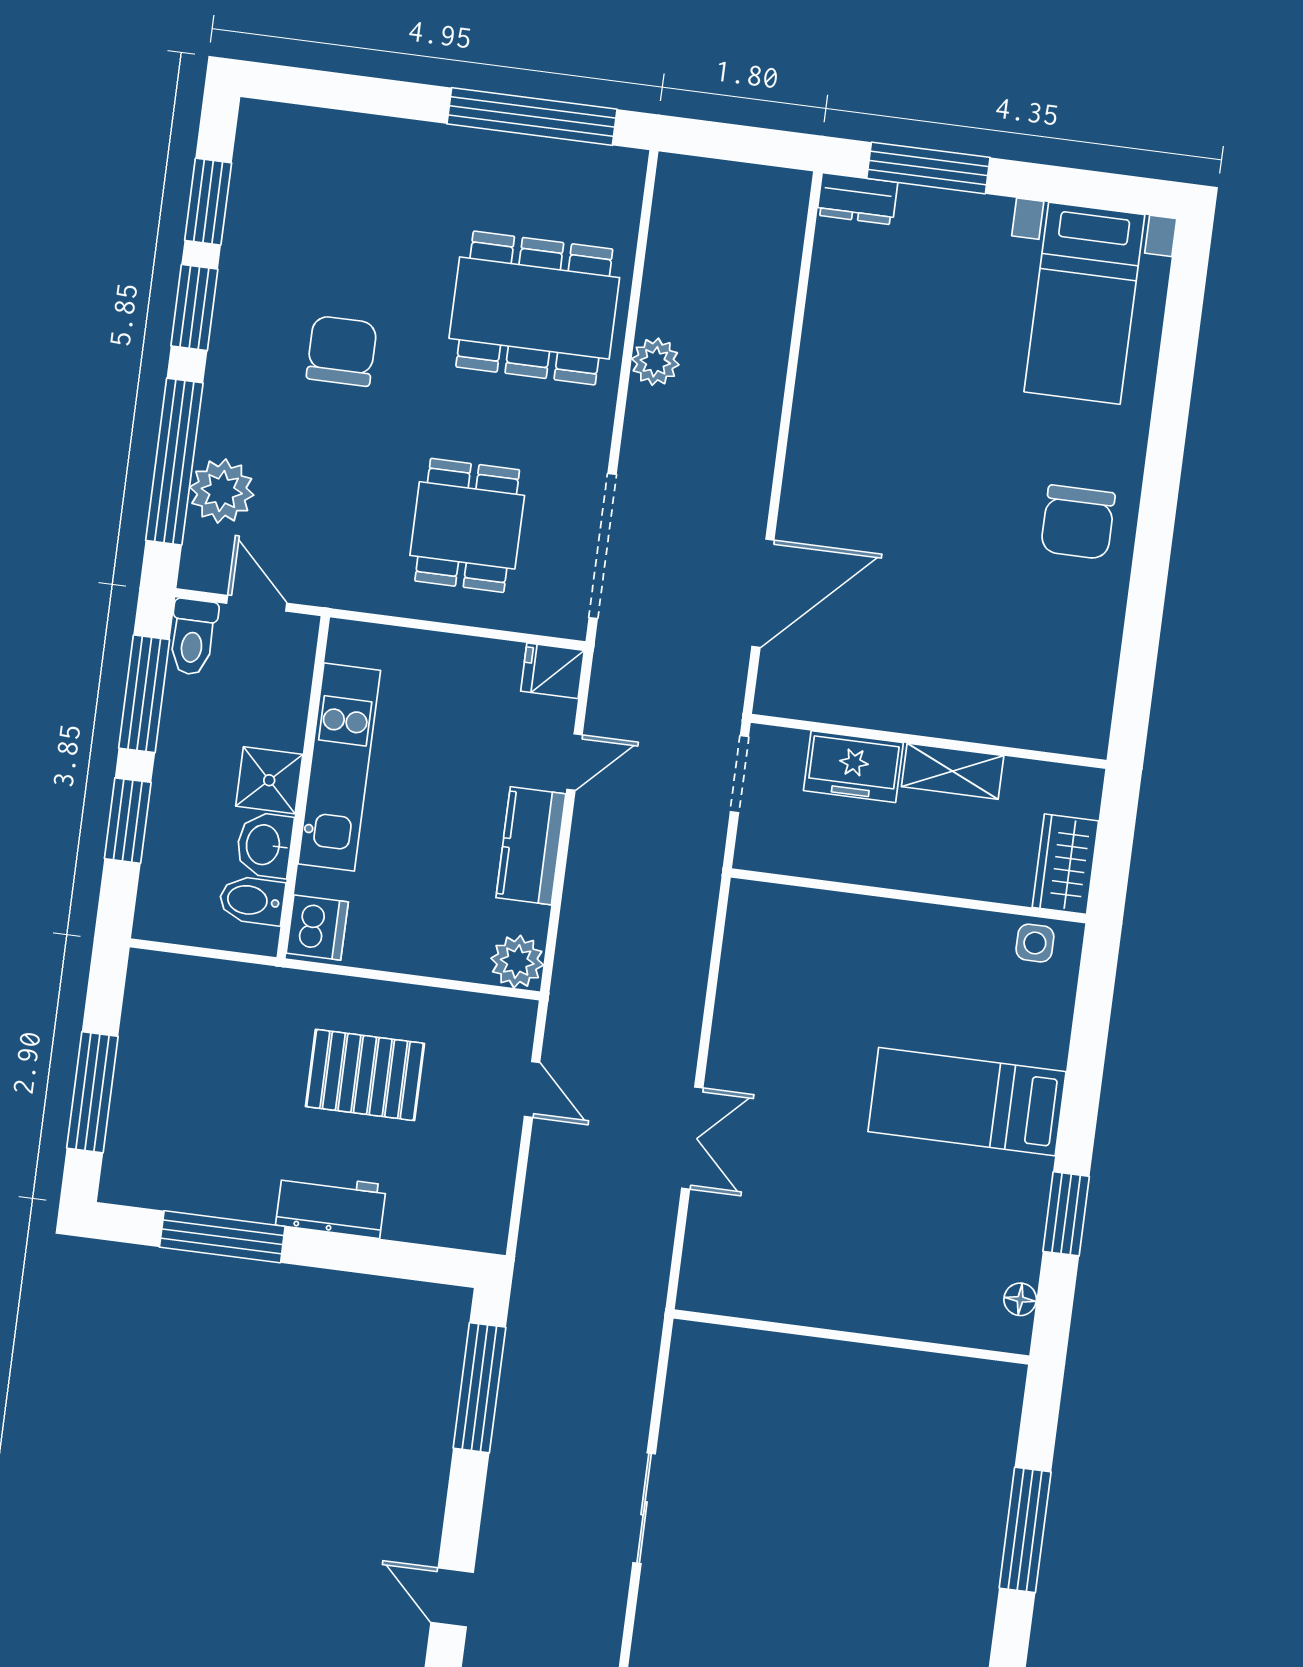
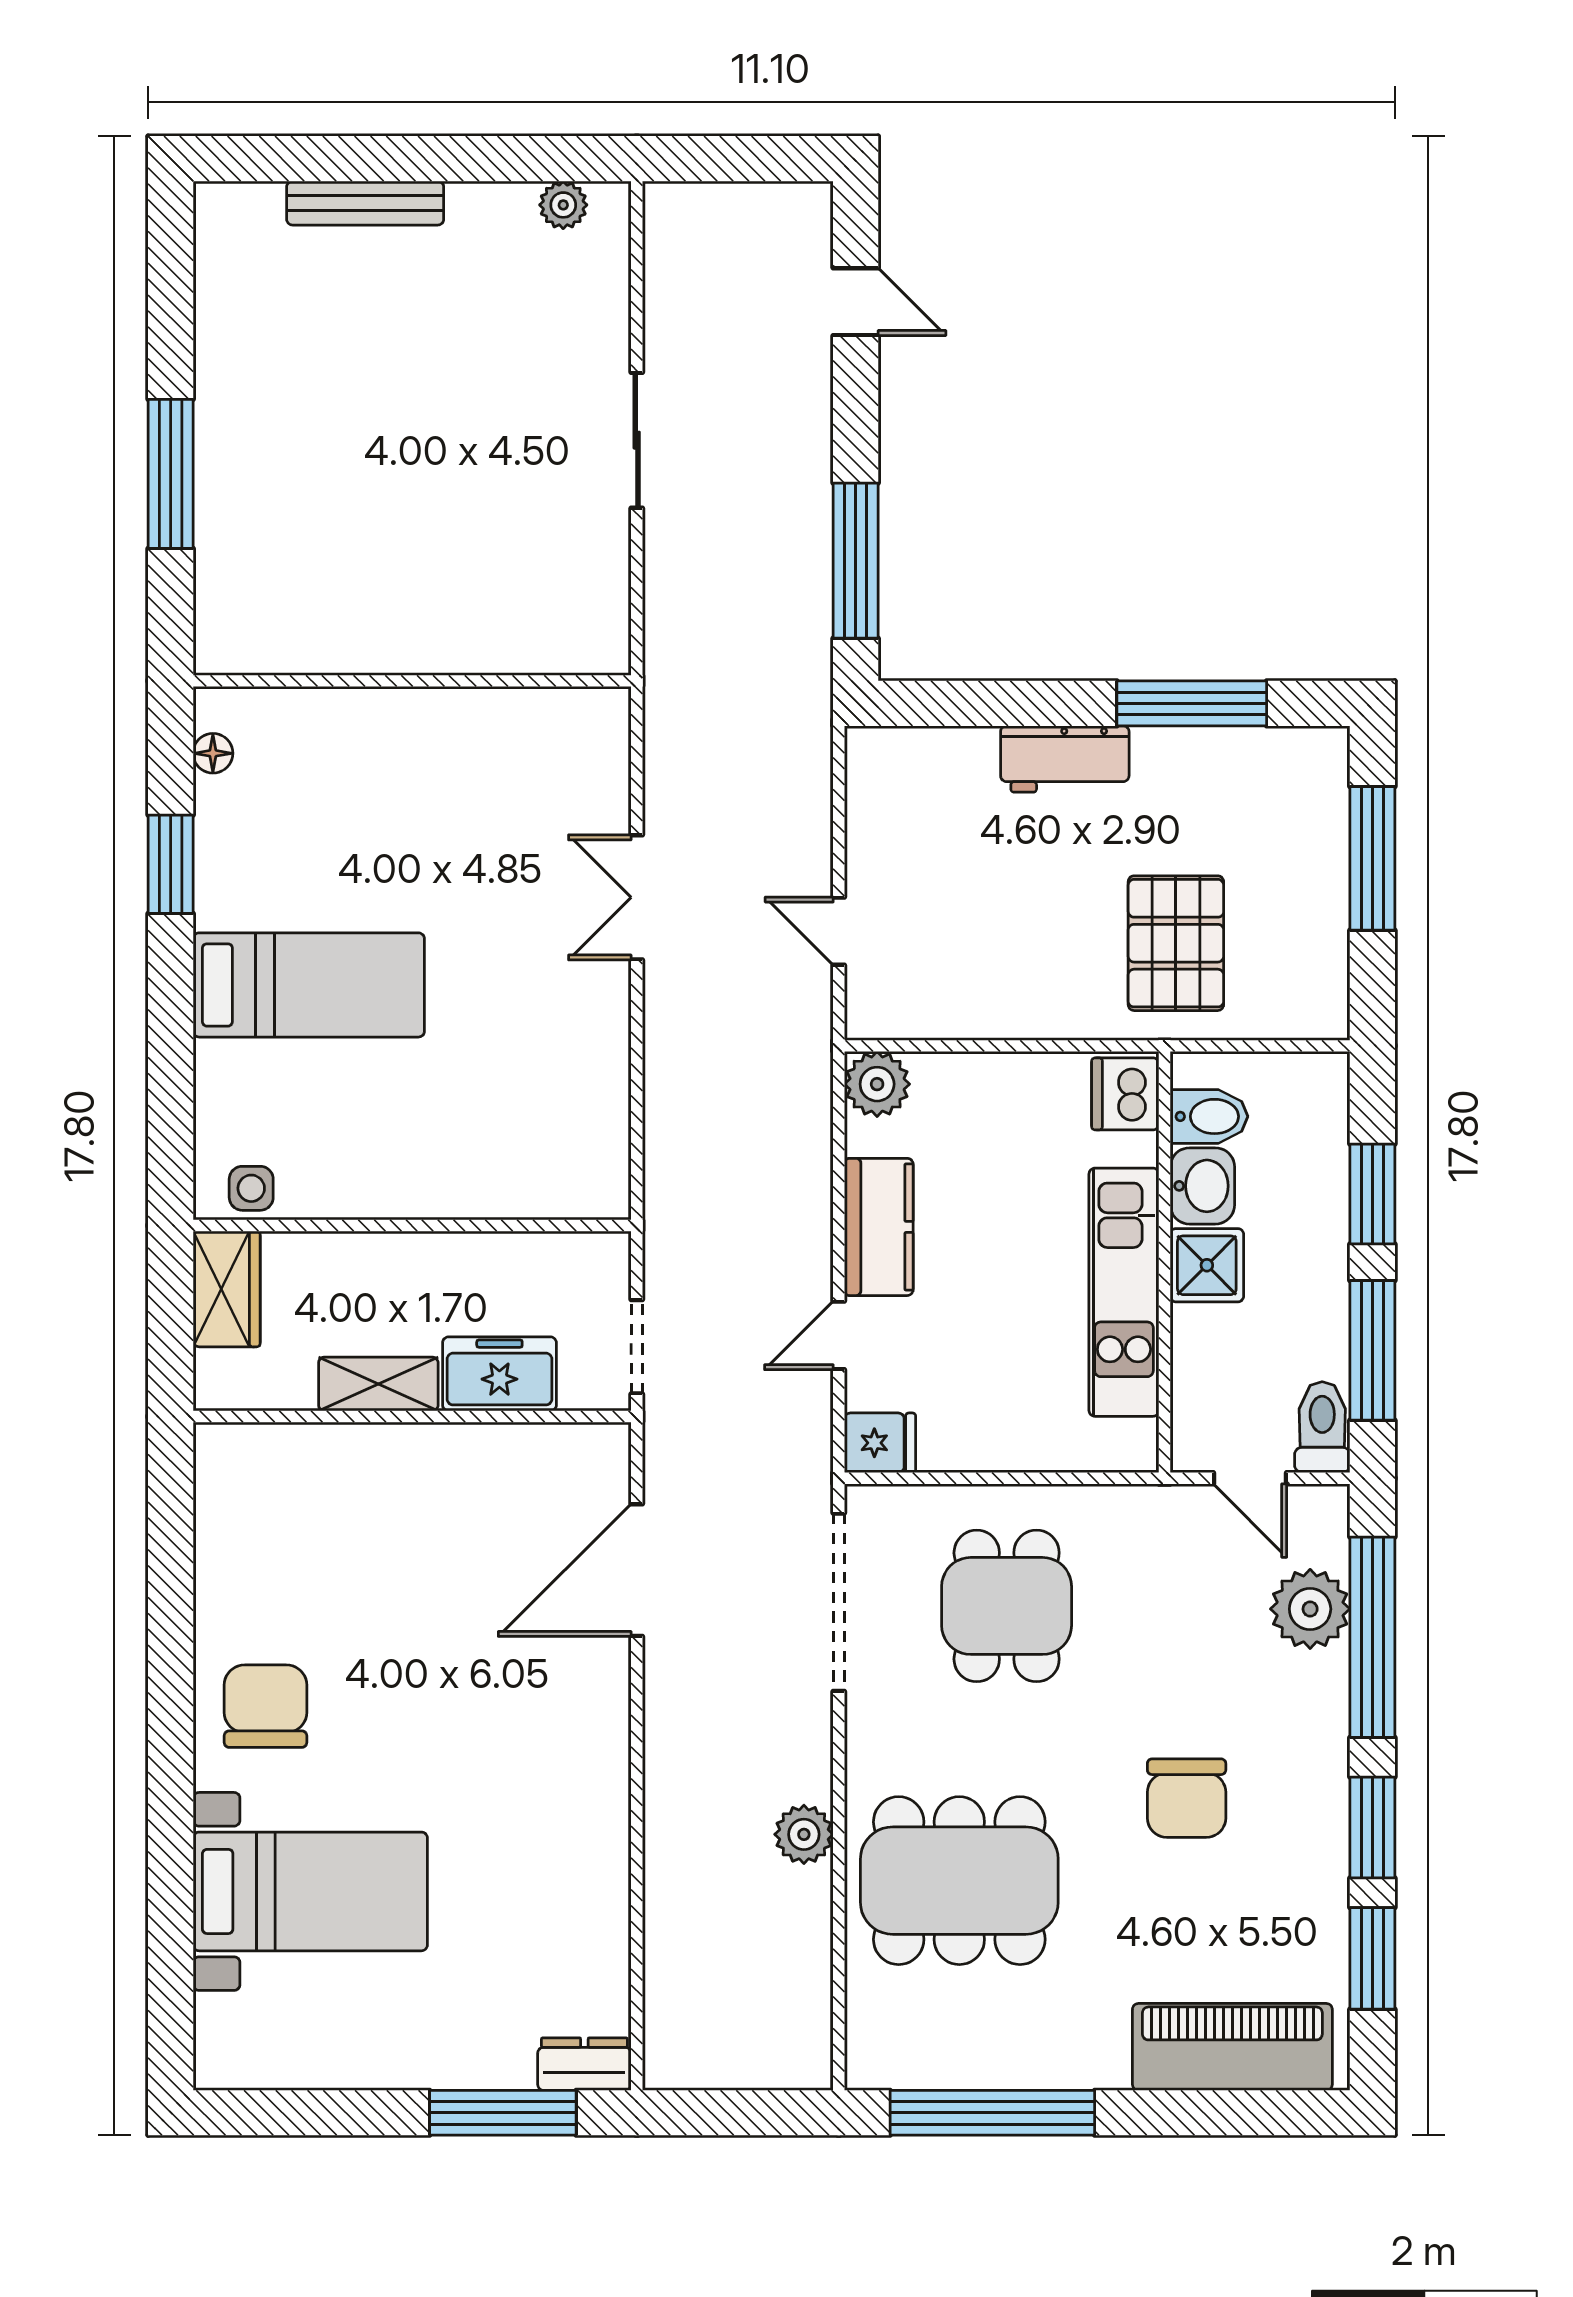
piano: (331, 145) -> (1232, 2047), added
bed with nightstands: (1084, 303) -> (310, 1891), moved, turned 90
pallet: (365, 1075) -> (1176, 943), moved, turned 90

